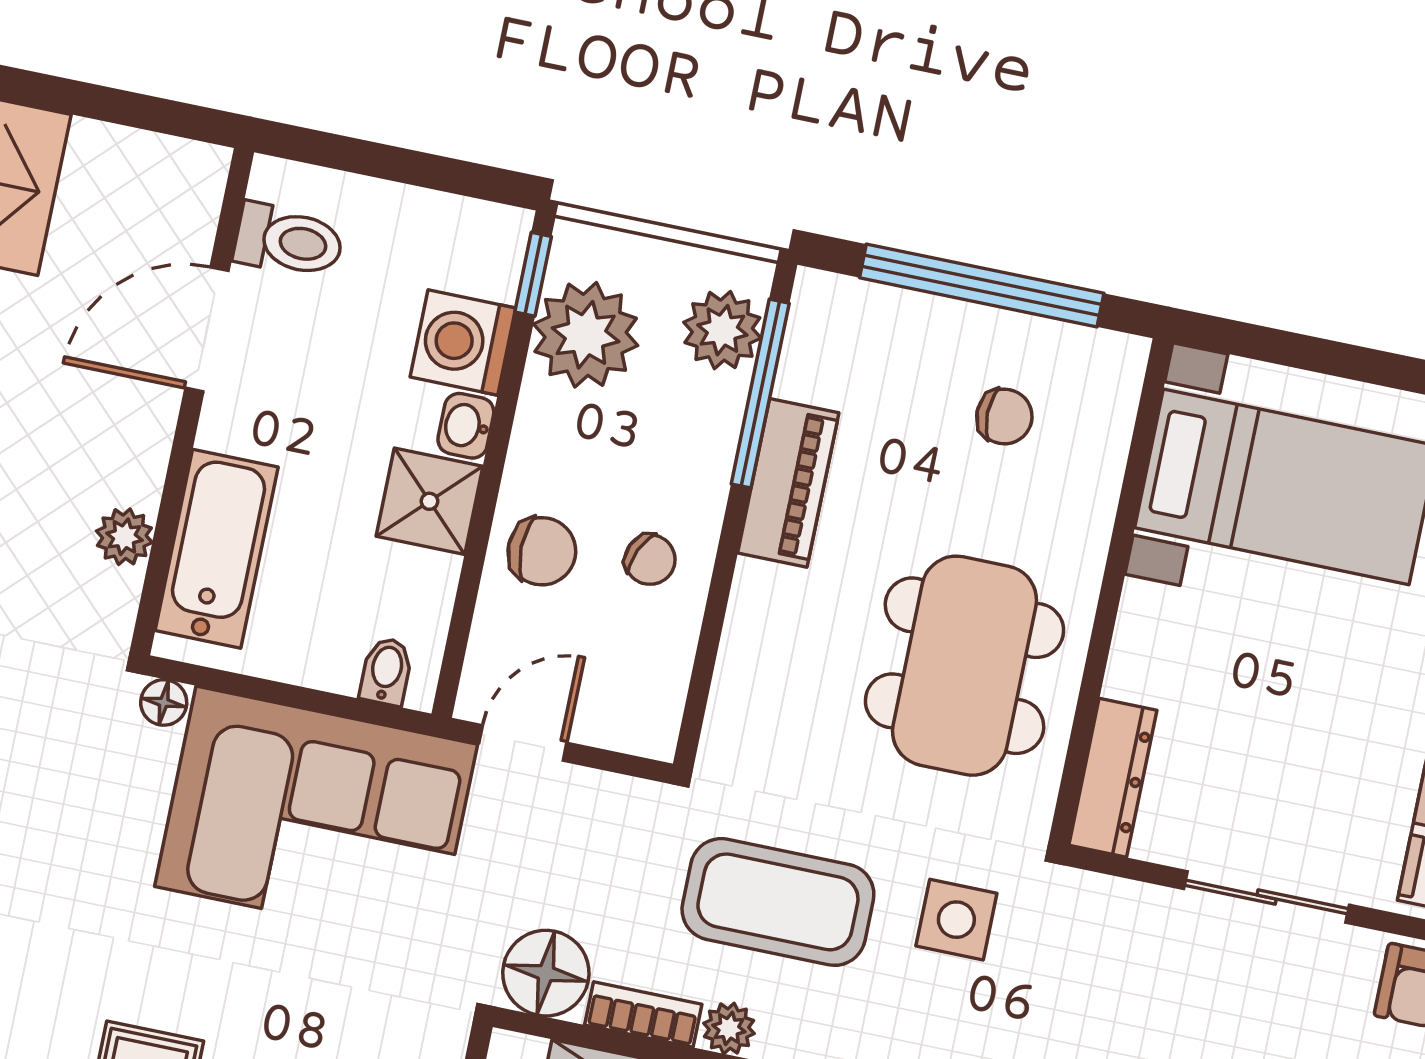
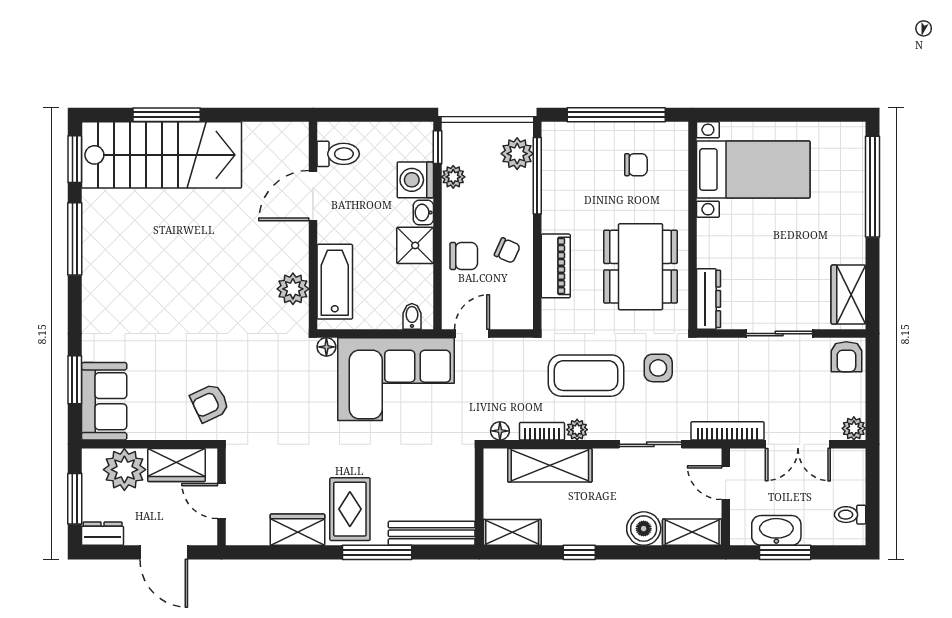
plant: (586, 335) -> (453, 177), width x0.53, depth x0.53
piano: (788, 483) -> (556, 266), moved
plant: (124, 537) -> (293, 289), width x1.38, depth x1.38
floor lamp: (546, 973) -> (500, 431), width x0.53, depth x0.53

